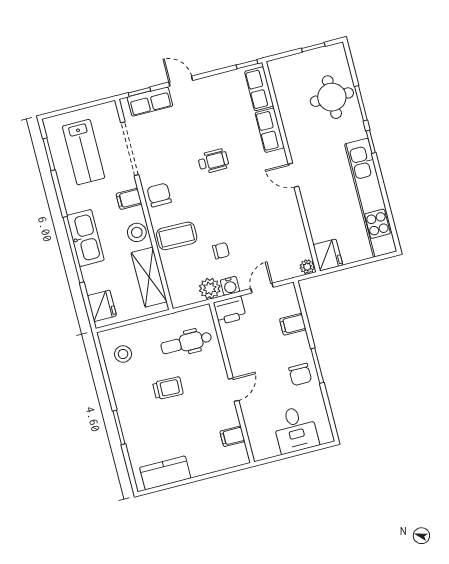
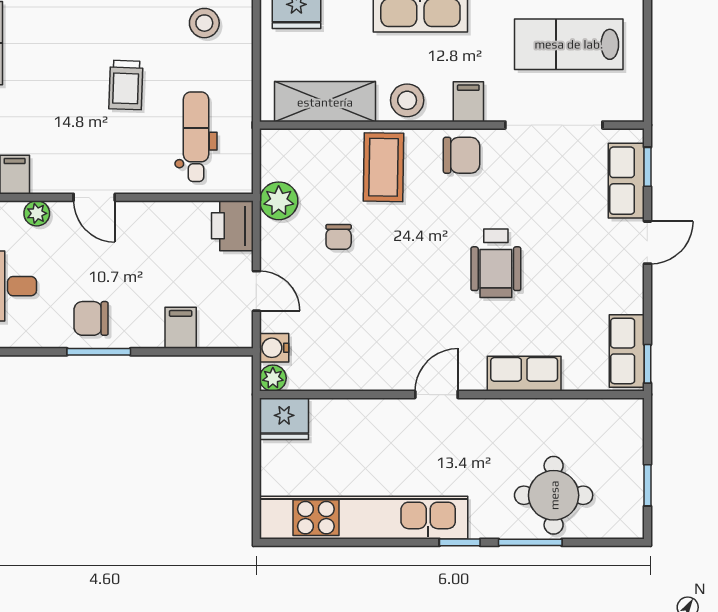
row of seats: (259, 89) -> (627, 351), moved, turned -90
wheelchair: (213, 161) -> (496, 263), width x1.36, depth x1.37
water cooler: (230, 286) -> (274, 348), moved
plant: (250, 419) -> (37, 213), added

